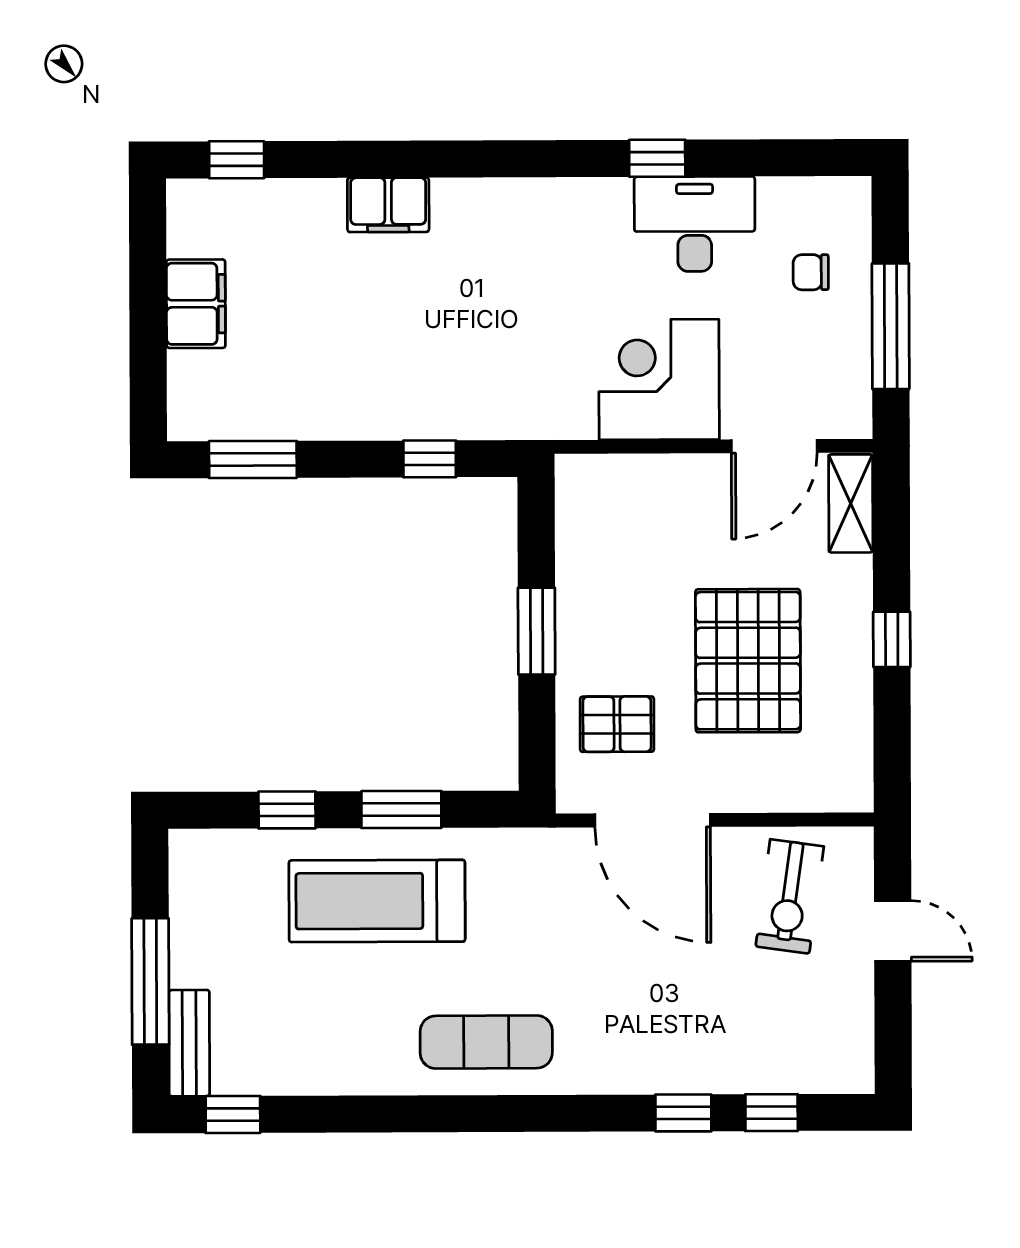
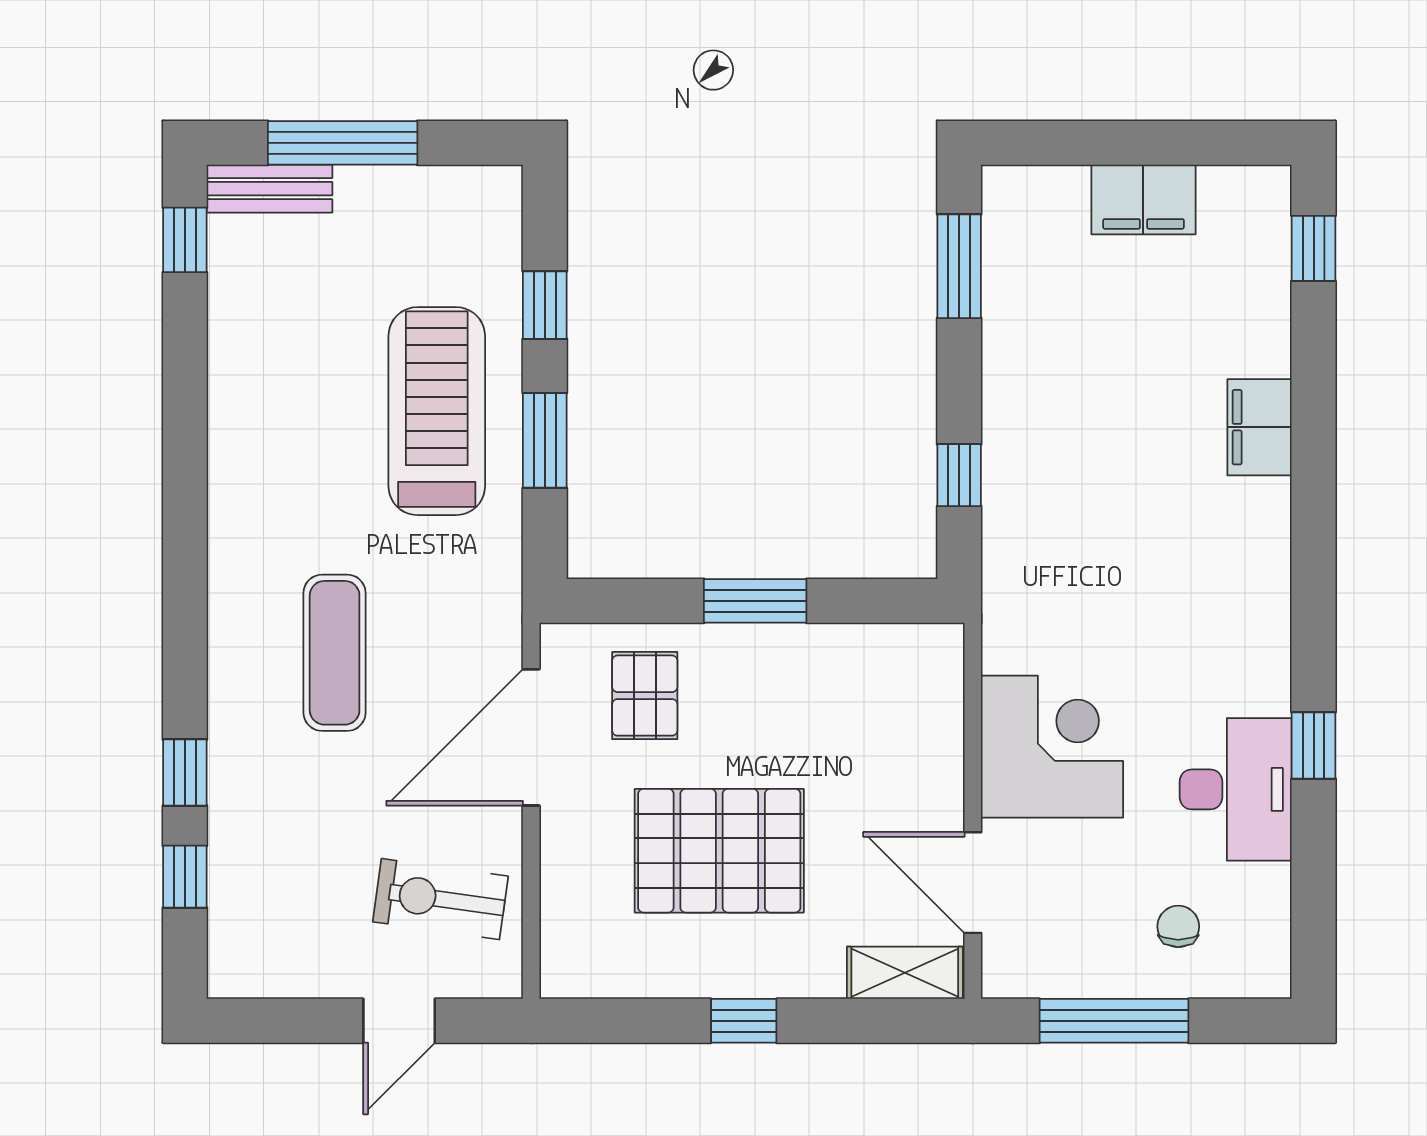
exercise mat: (486, 1042) -> (335, 653), moved

